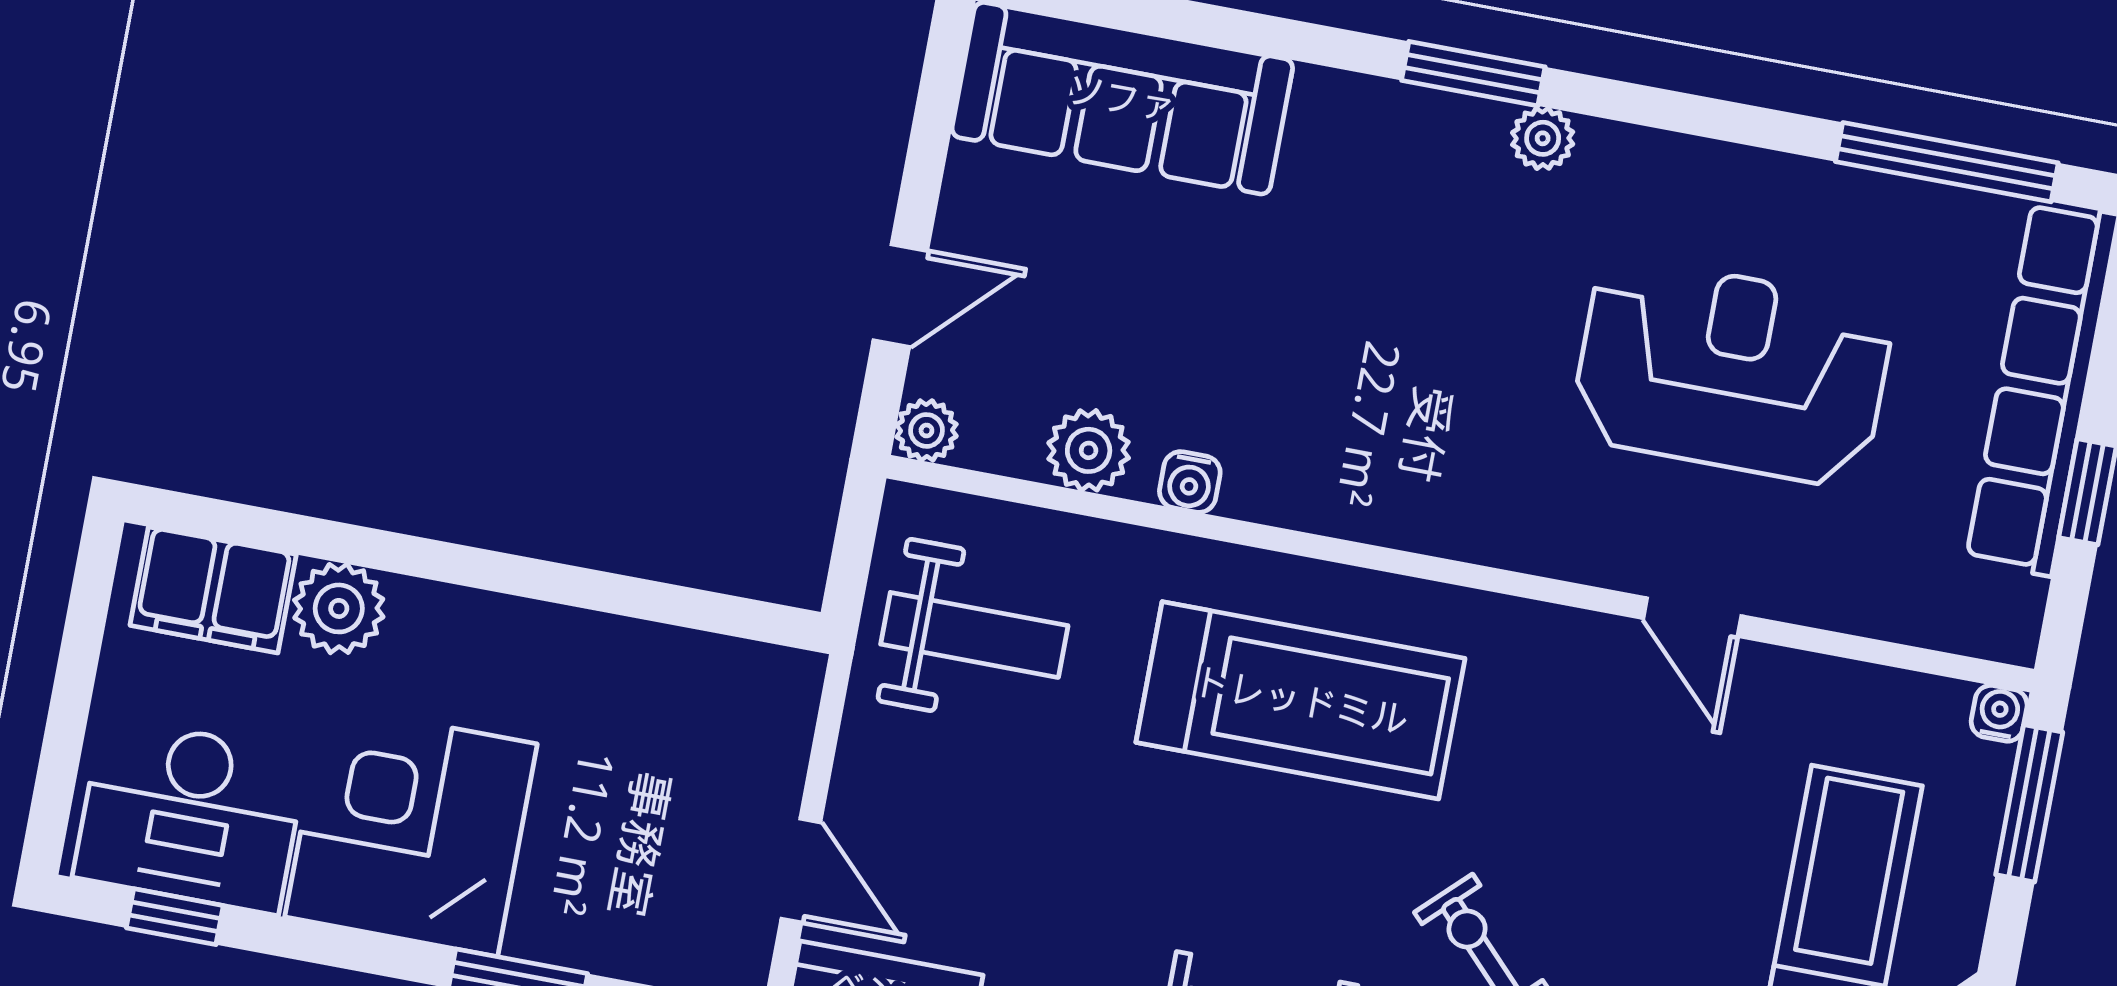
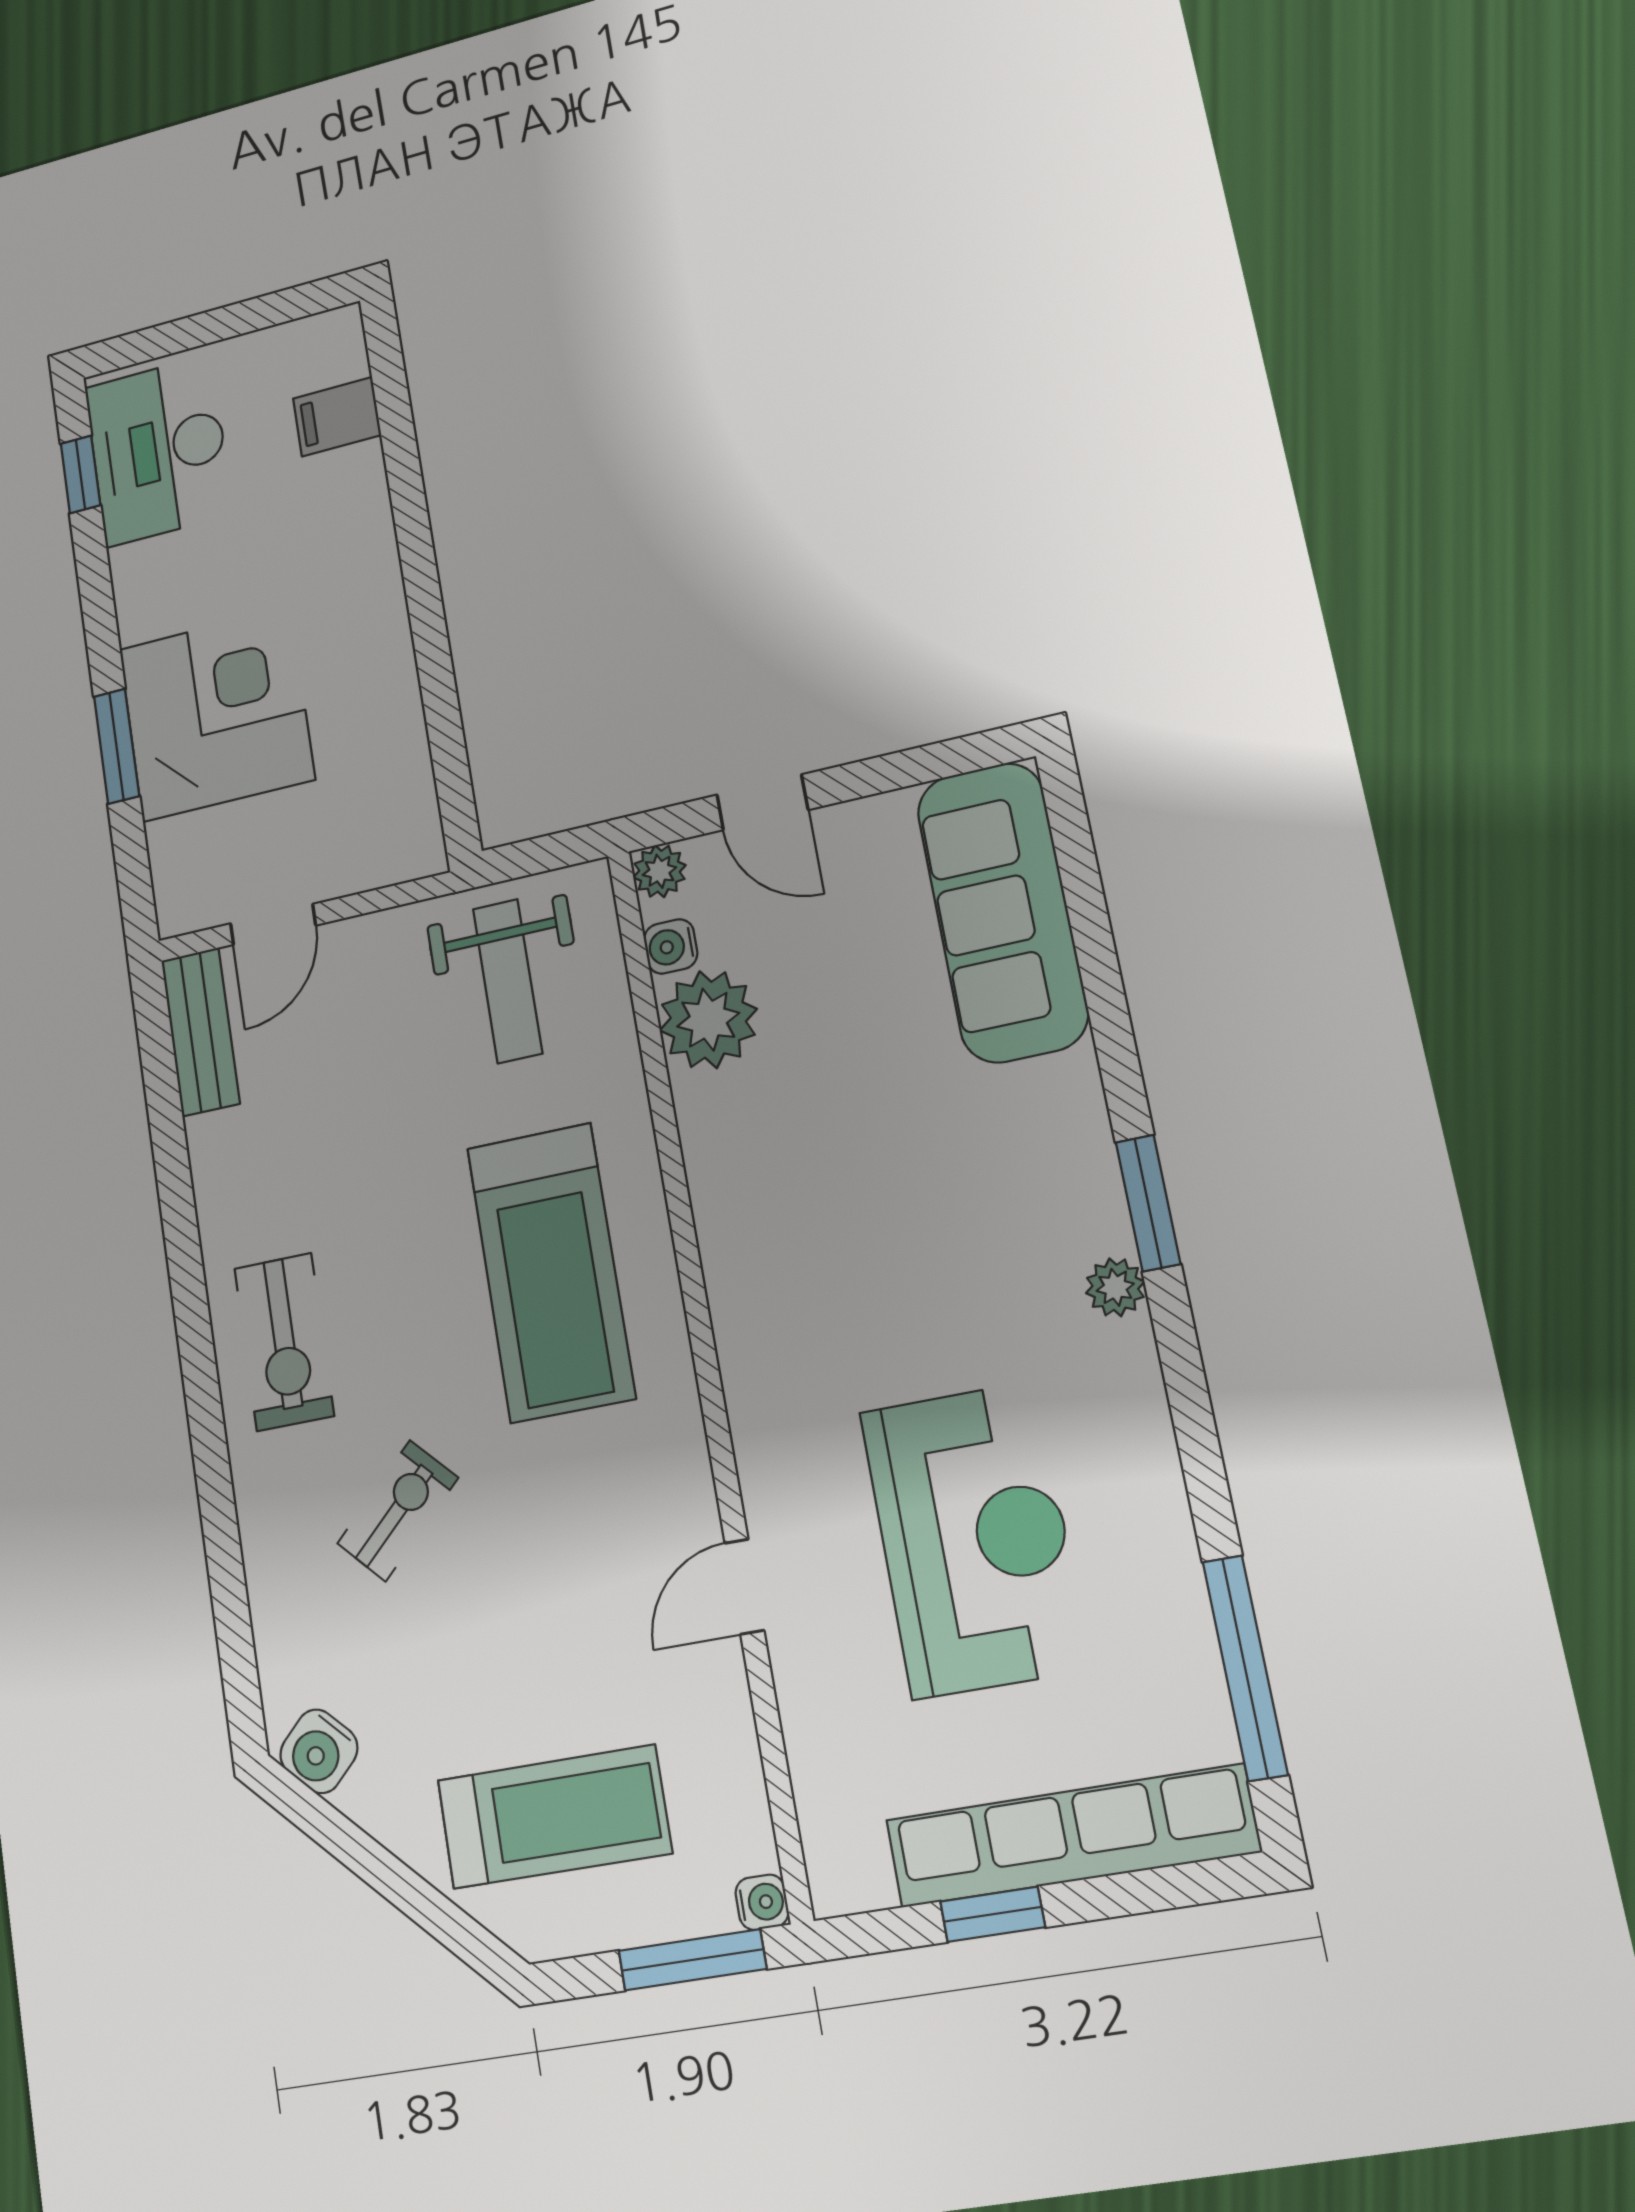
plant: (1089, 450) -> (708, 1020), width x1.36, depth x1.36
water cooler: (1190, 482) -> (671, 946), moved
filing cabinet: (213, 590) -> (337, 417), width x0.50
plant: (339, 608) -> (352, 485), removed
corner desk: (411, 830) -> (216, 714), moved

